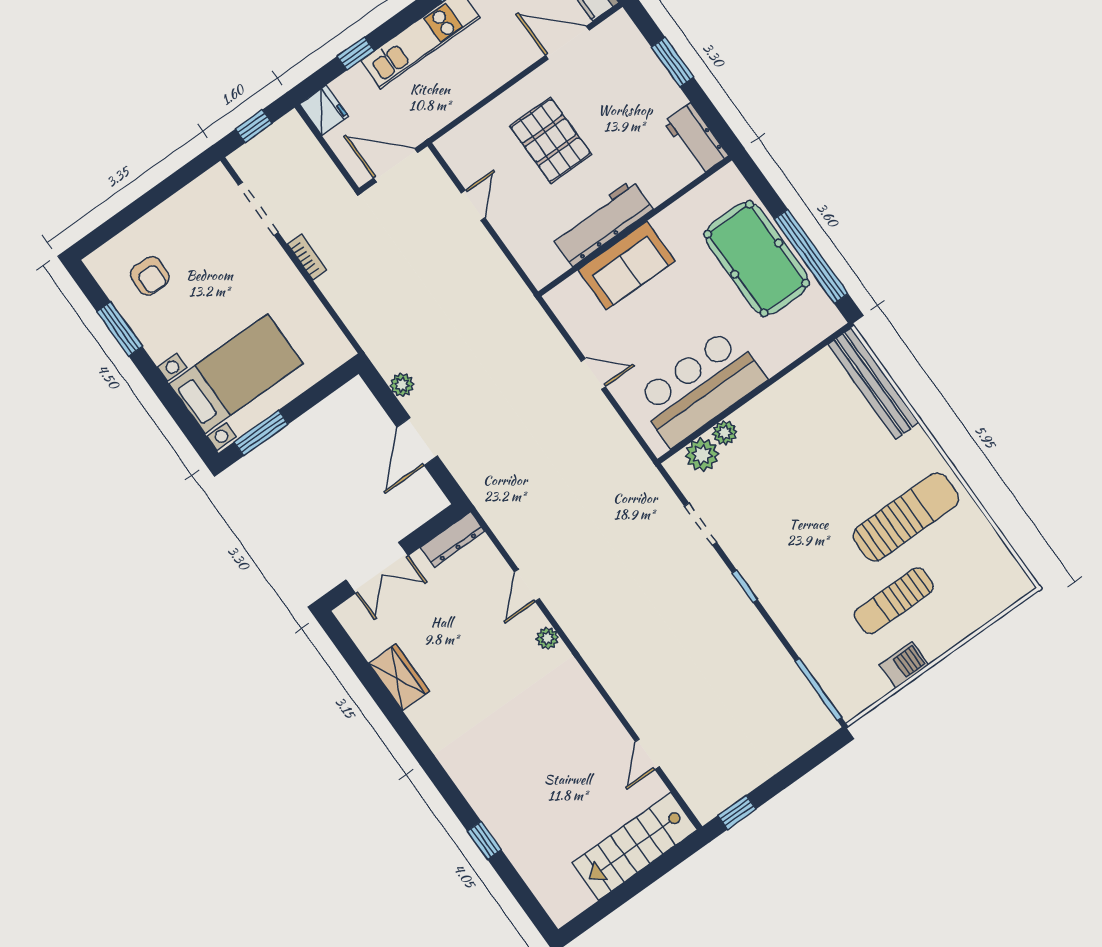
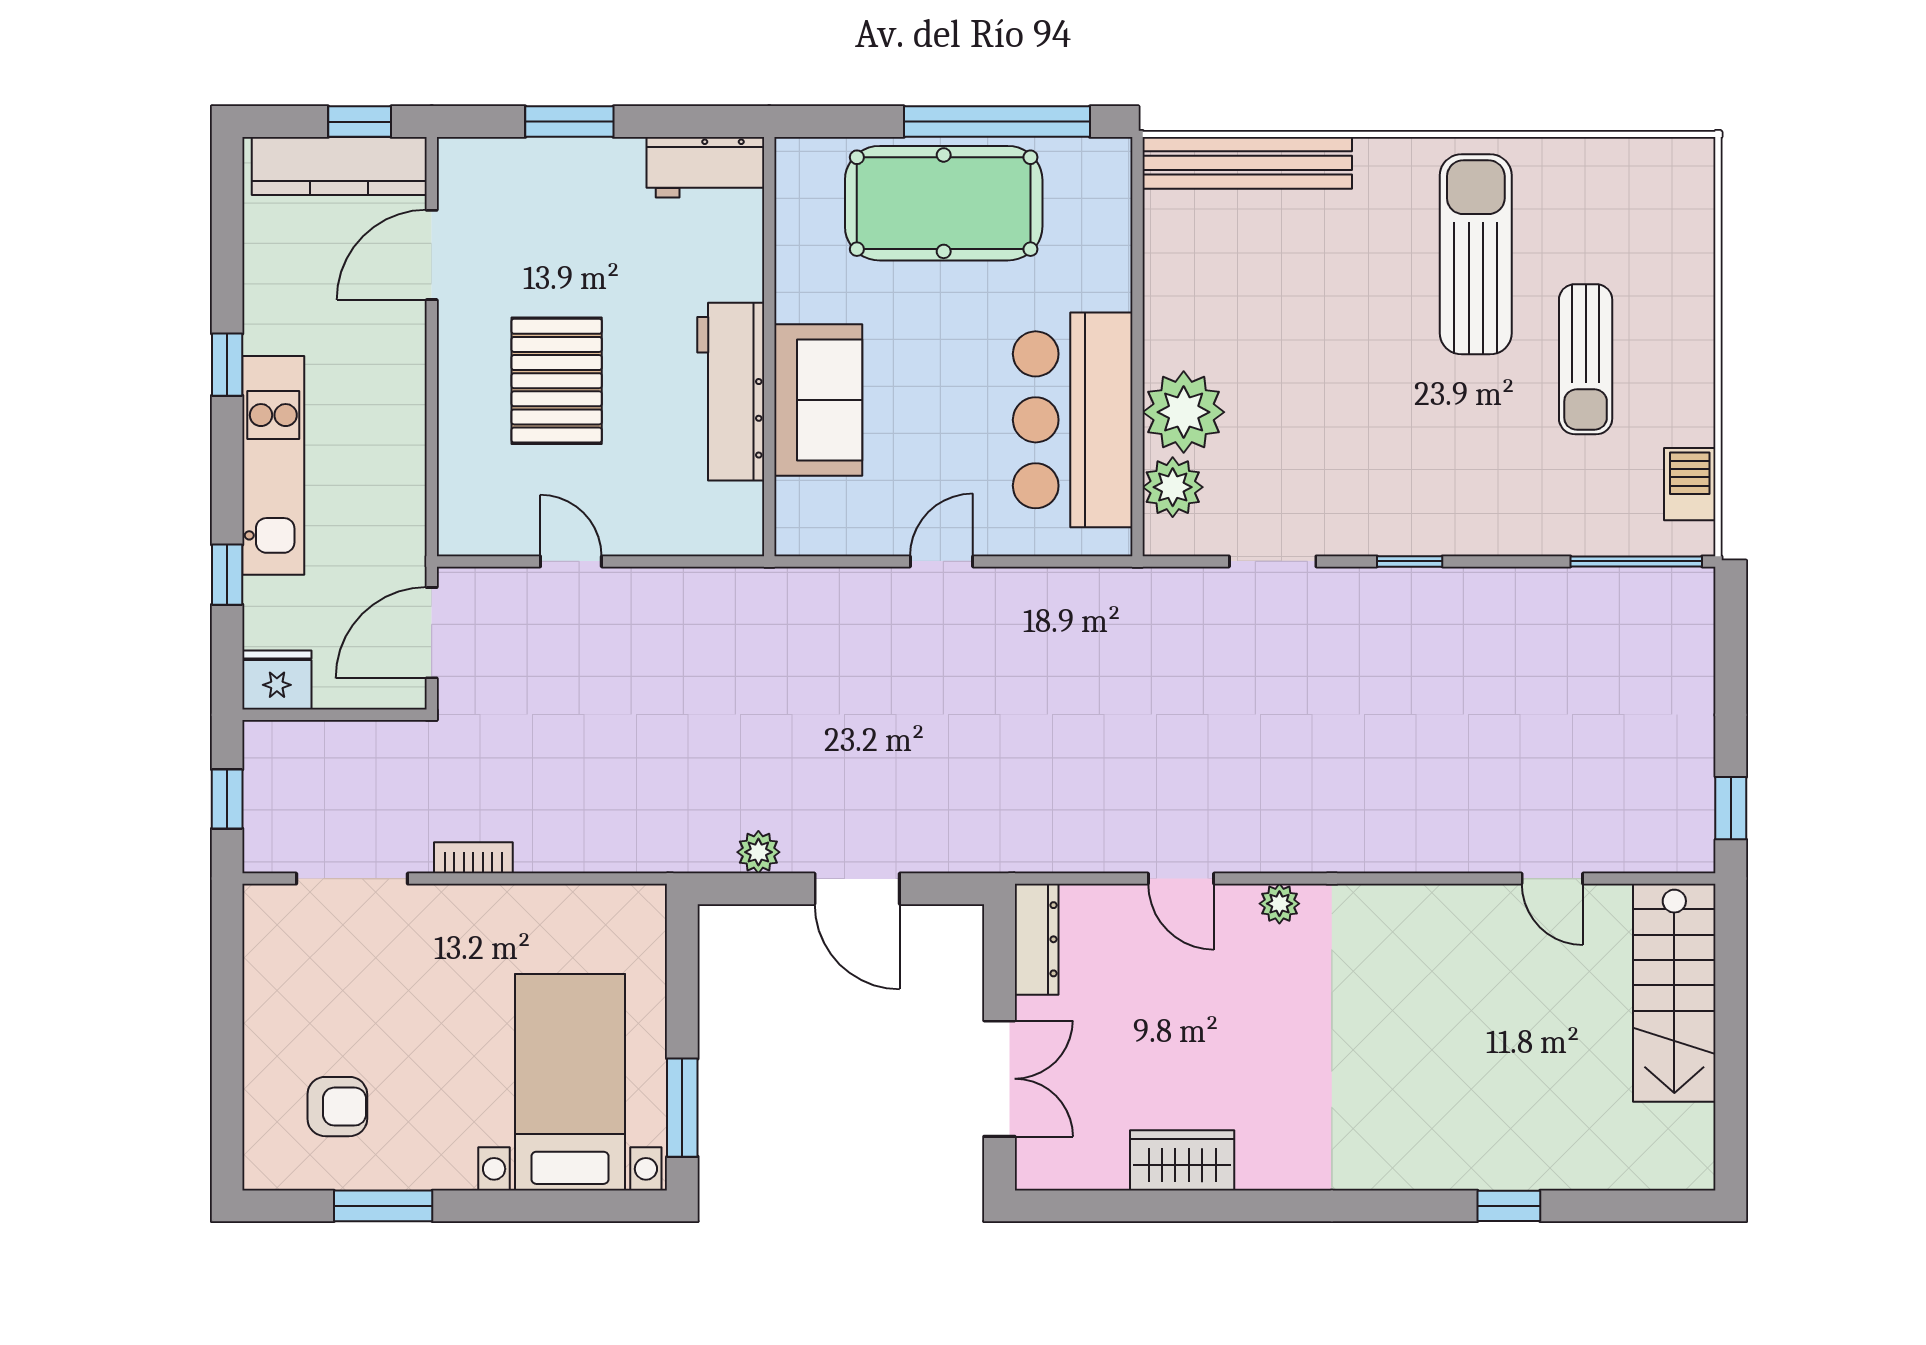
pallet: (551, 140) -> (557, 381), turned 90
plant: (725, 433) -> (1184, 412), width x1.87, depth x1.87
barbecue: (904, 665) -> (1690, 484), moved

